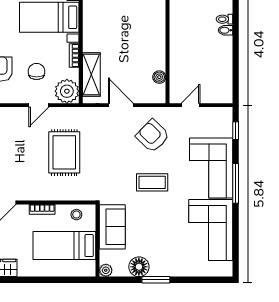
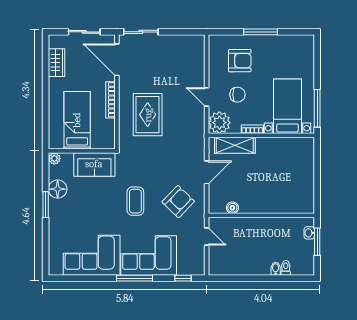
rug: (64, 152) -> (148, 115), moved, turned 90
bookcase: (42, 209) -> (111, 100), width x1.56
stool: (76, 215) -> (106, 131), removed

